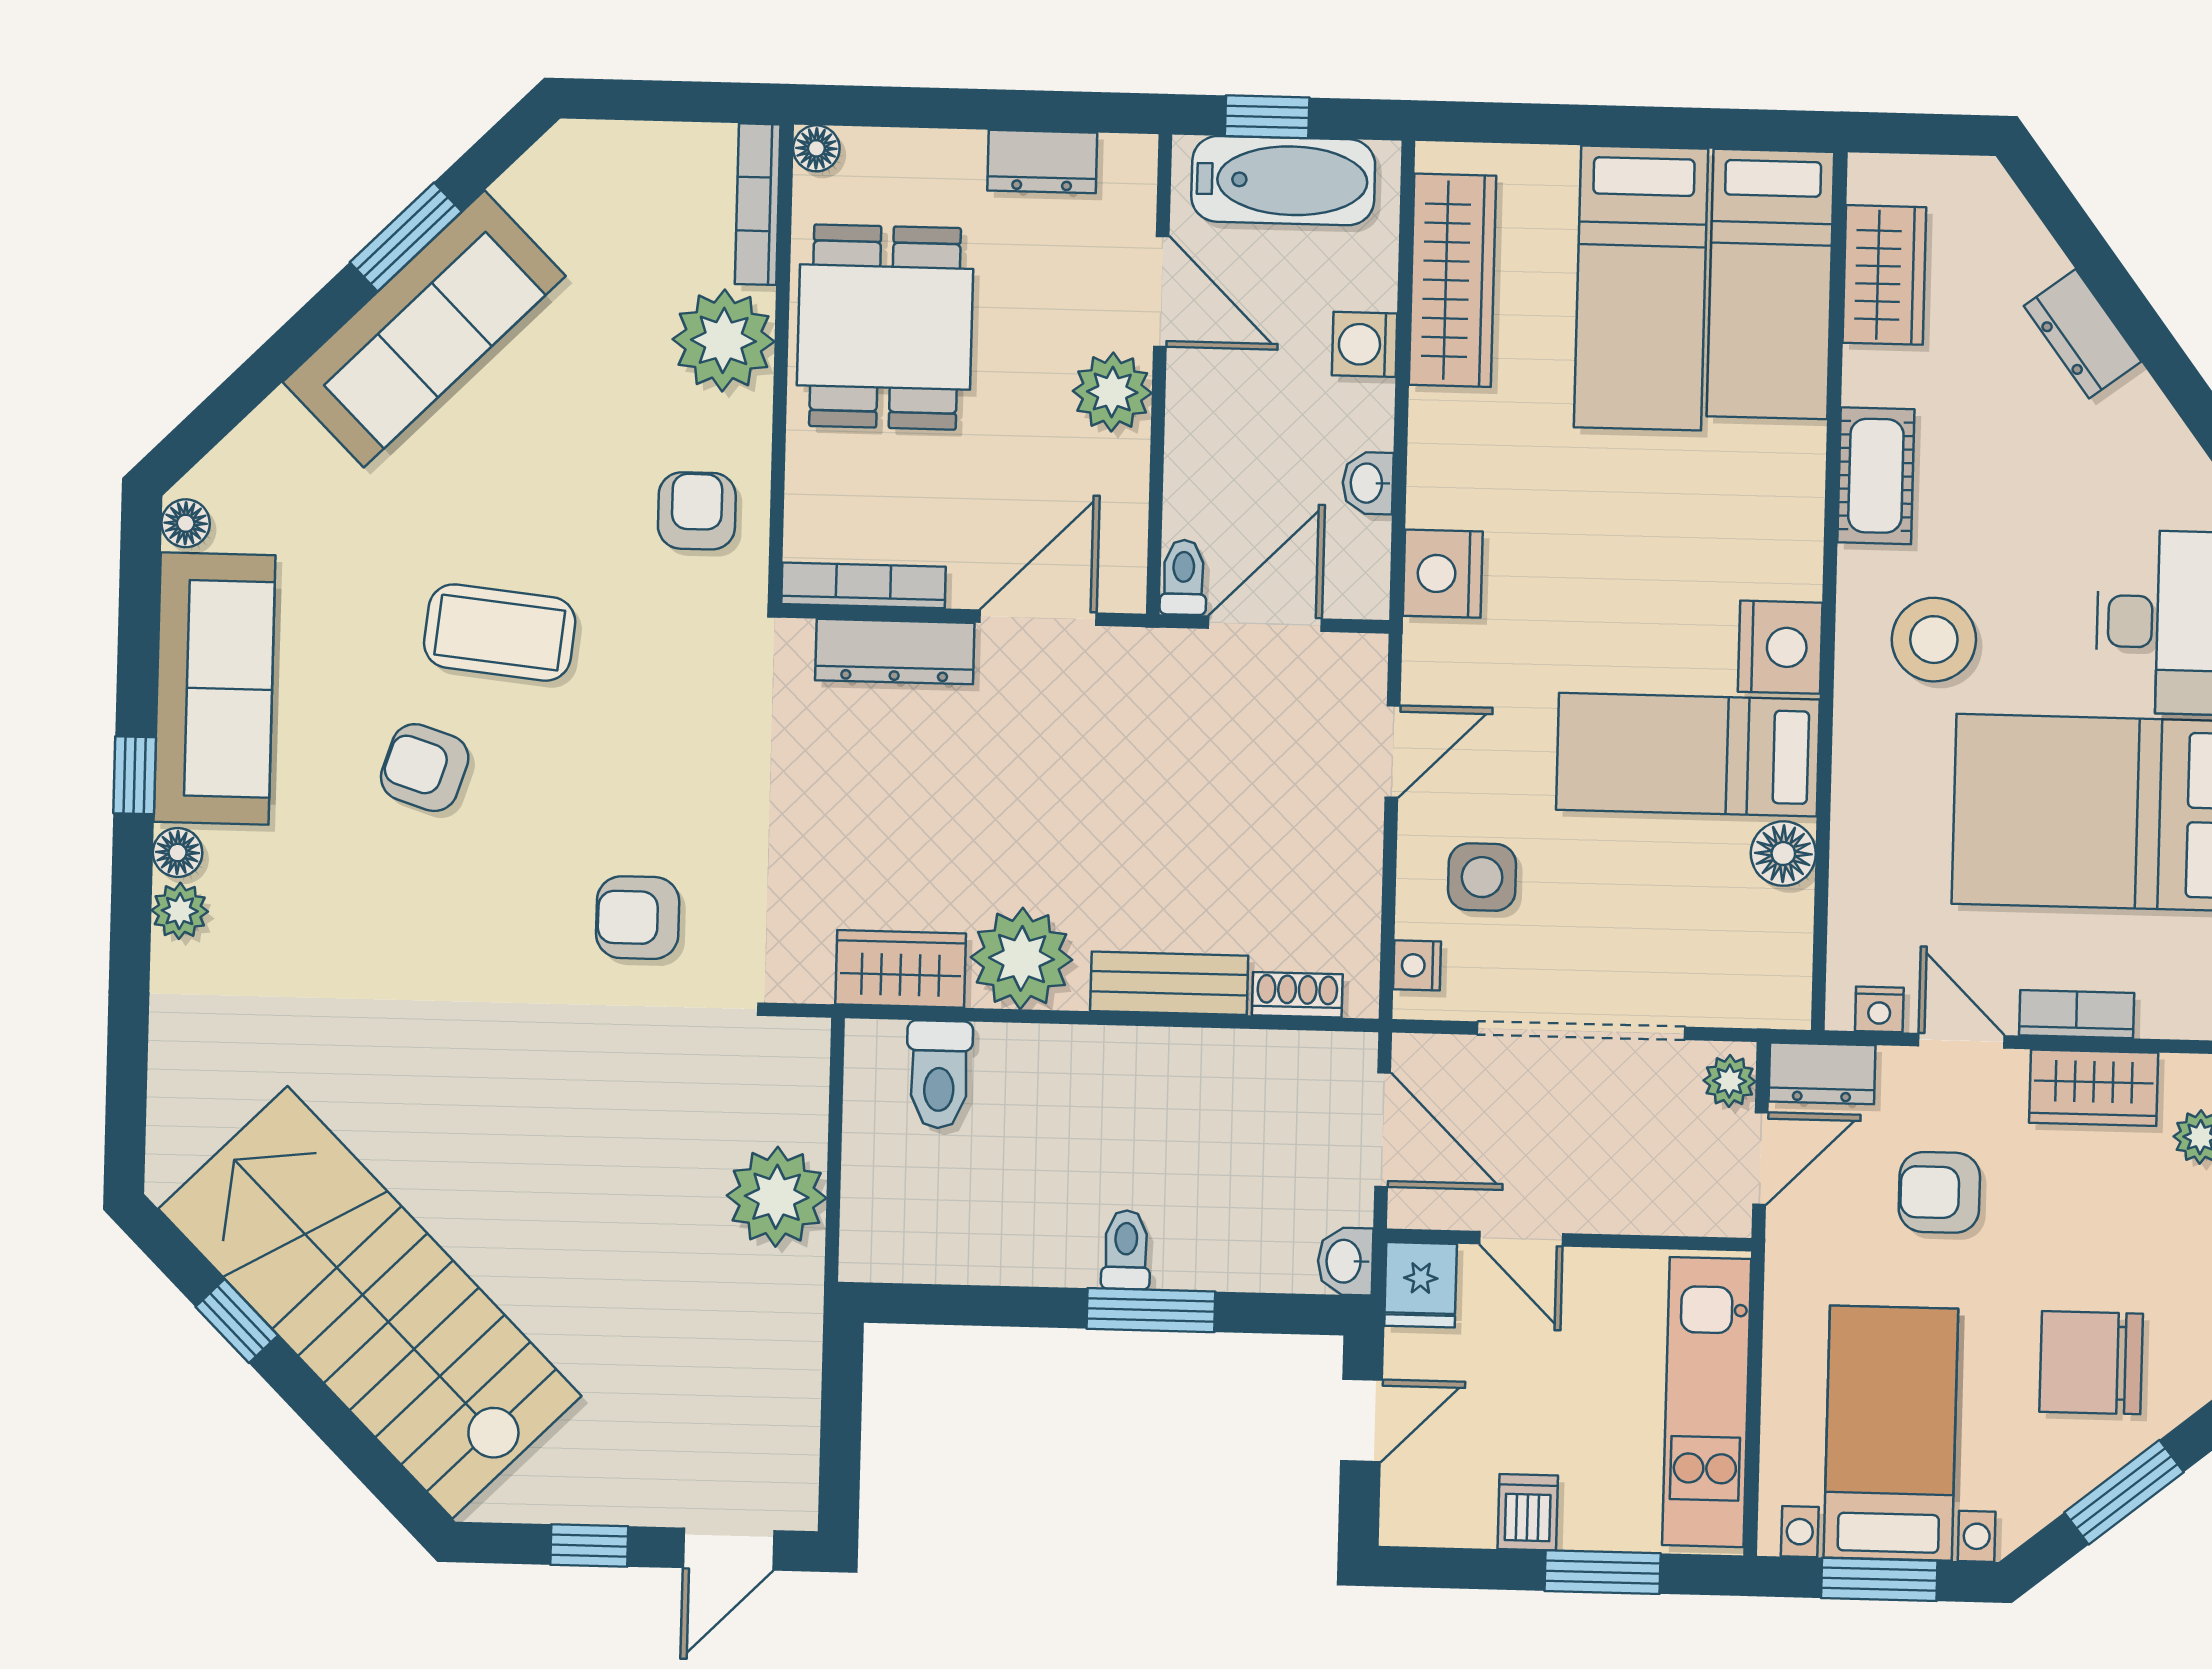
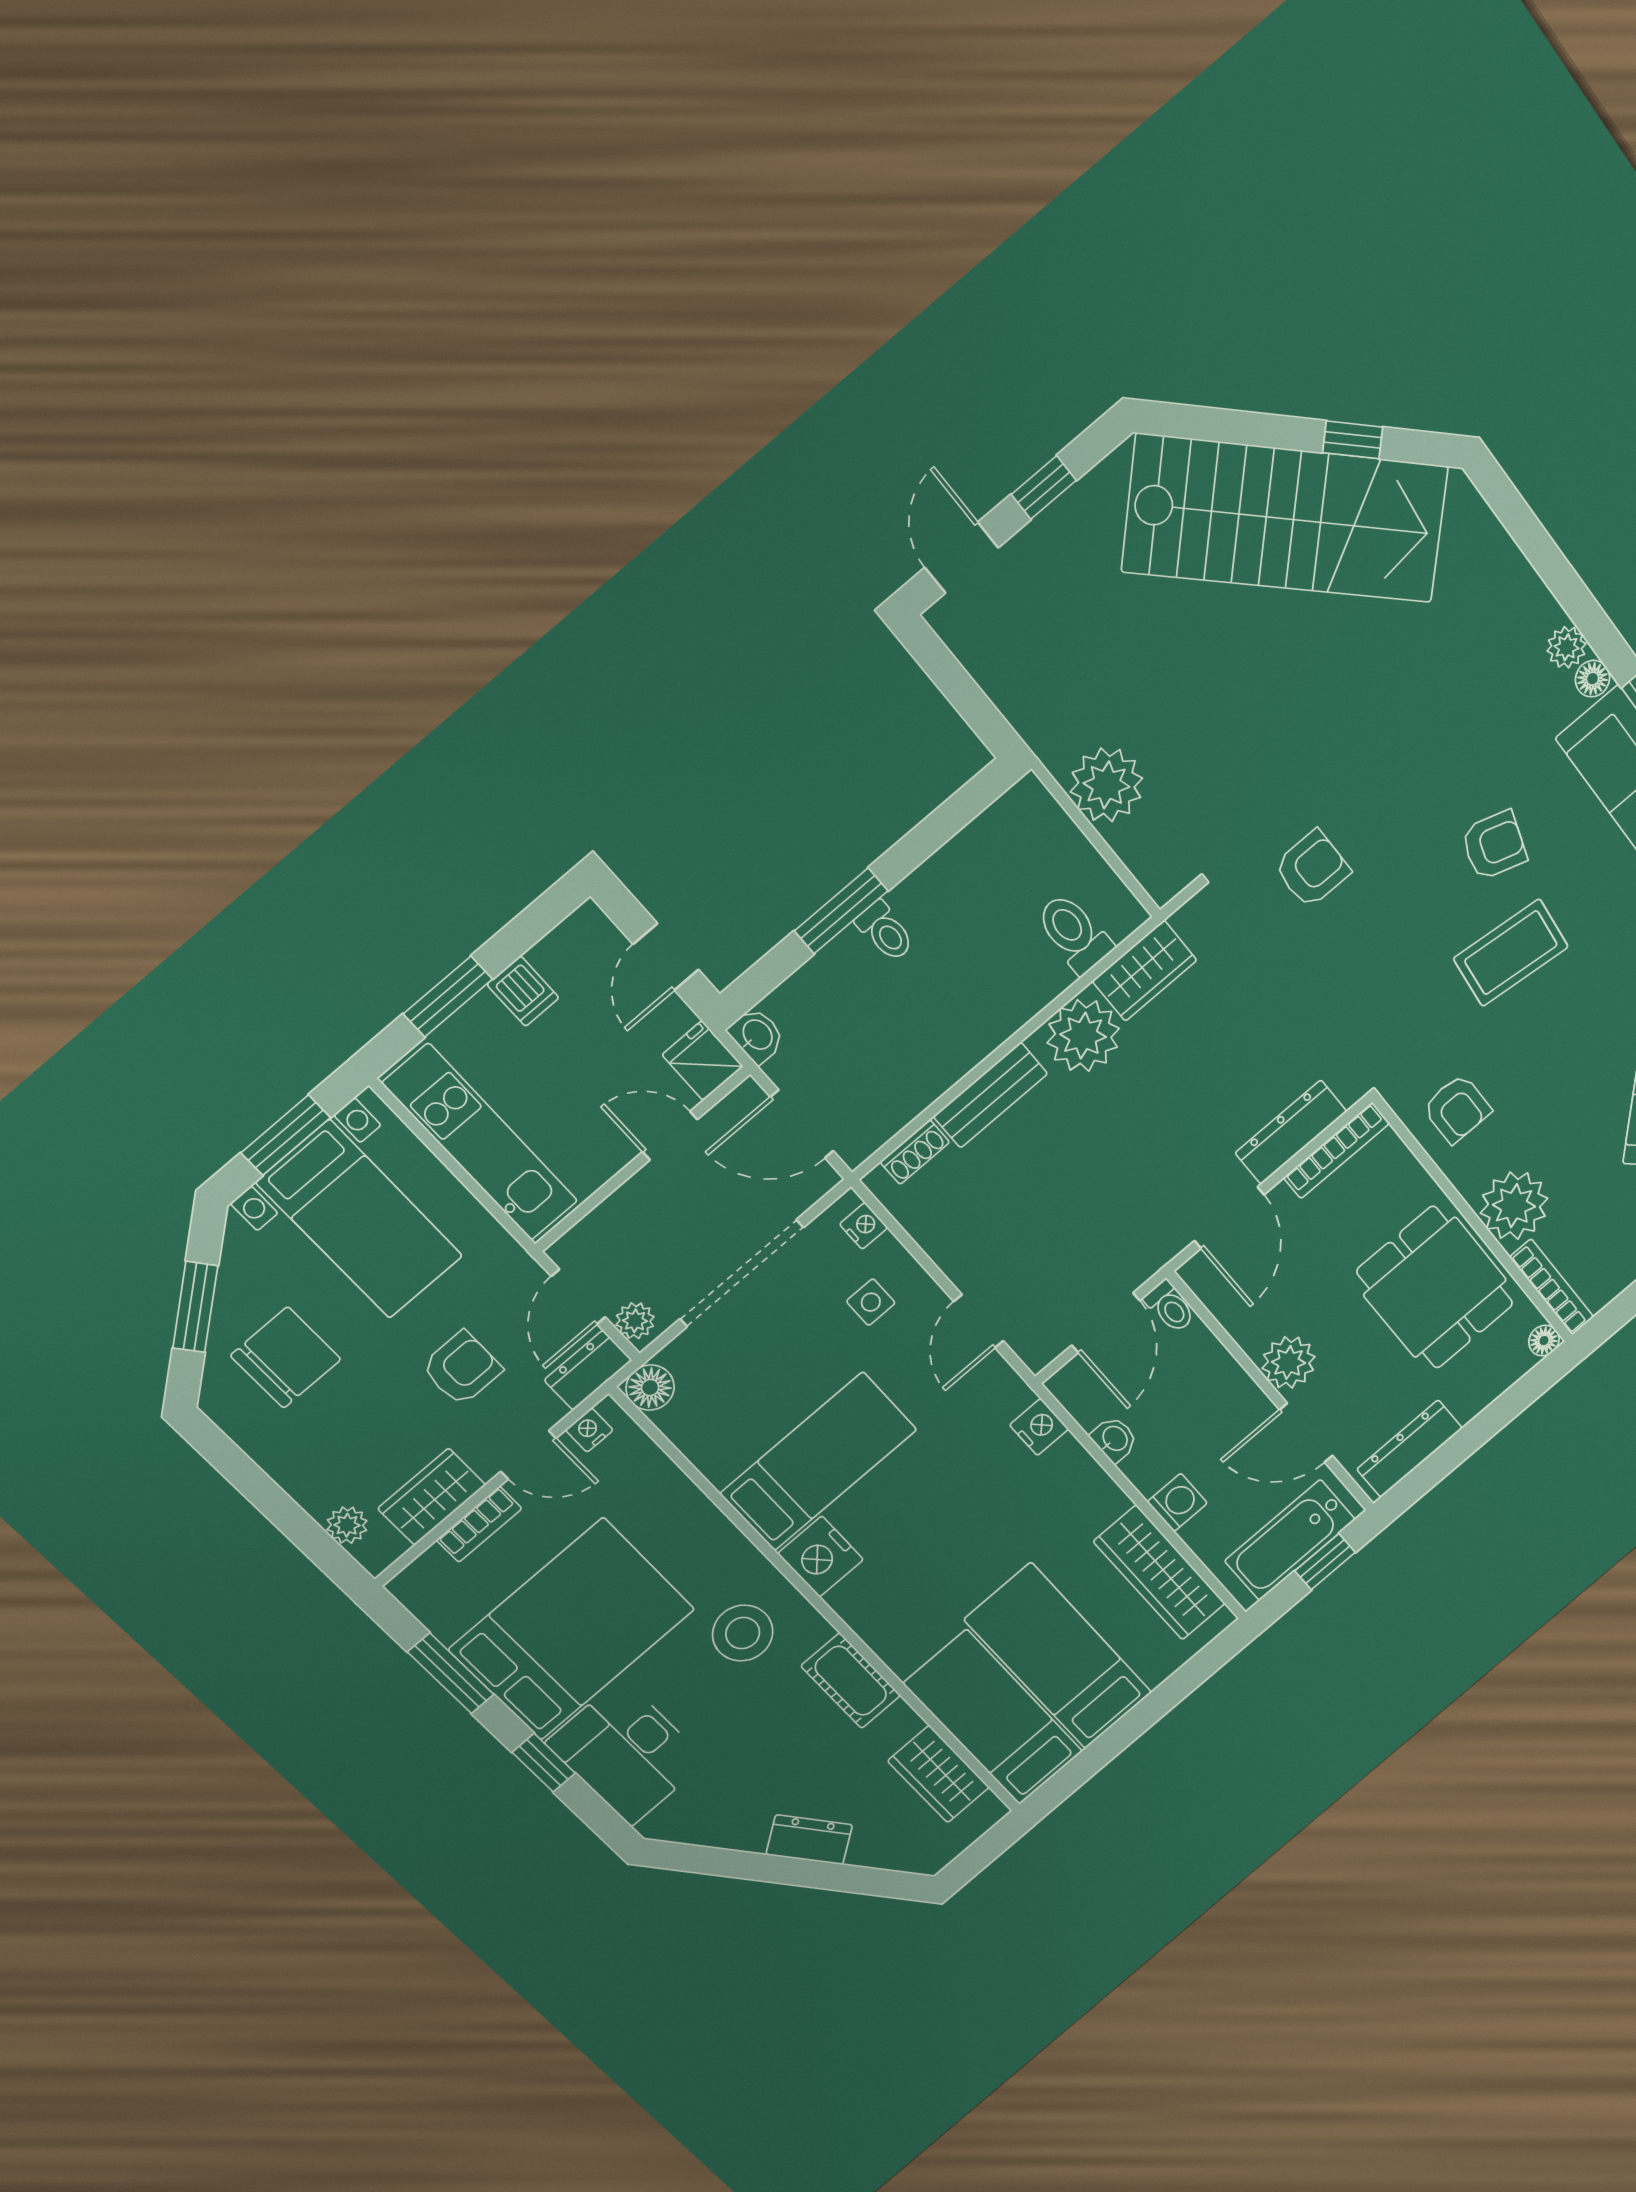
dresser: (1042, 162) -> (1410, 1449), width x1.44
nightstand: (1443, 574) -> (1039, 1427), width x0.74, depth x0.75
floor lamp: (1783, 854) -> (650, 1388), moved
side table: (1482, 877) -> (871, 1302), width x0.73, depth x0.73

